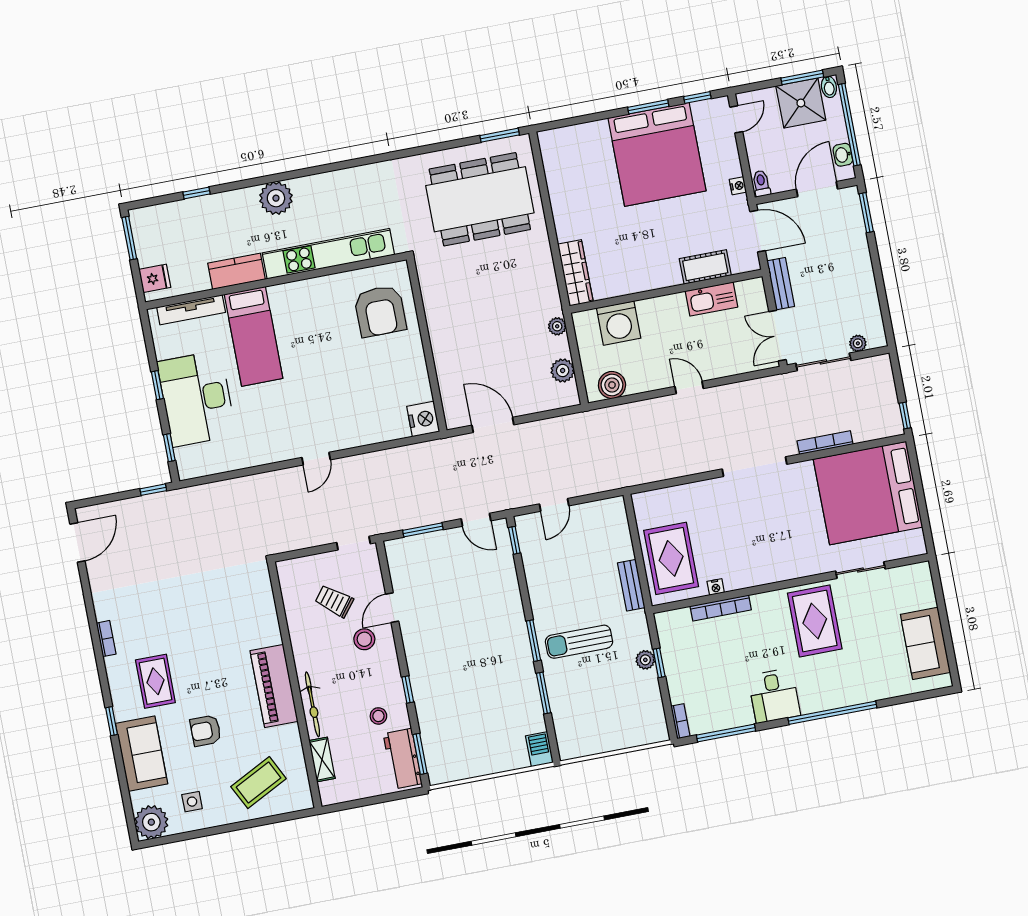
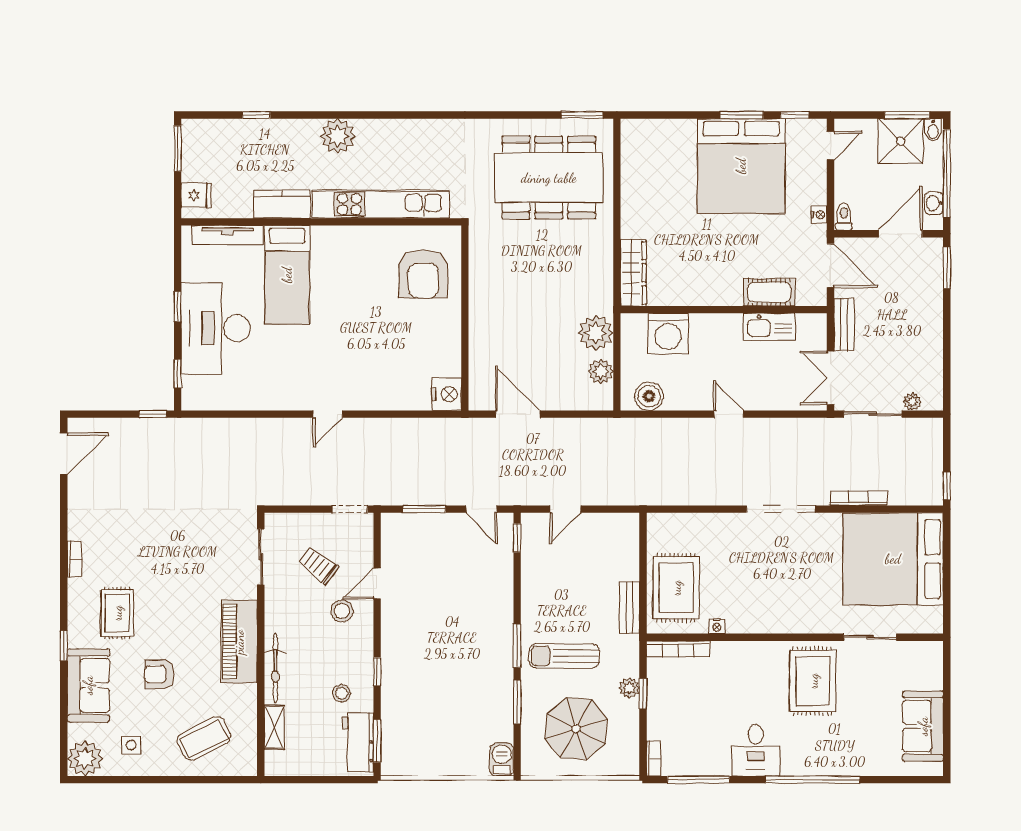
plant: (557, 326) -> (596, 333), width x1.88, depth x1.88
sliding door: (279, 603) -> (261, 557), added
bookcase: (721, 608) -> (678, 649), moved
parasol: (603, 707) -> (576, 729), added

